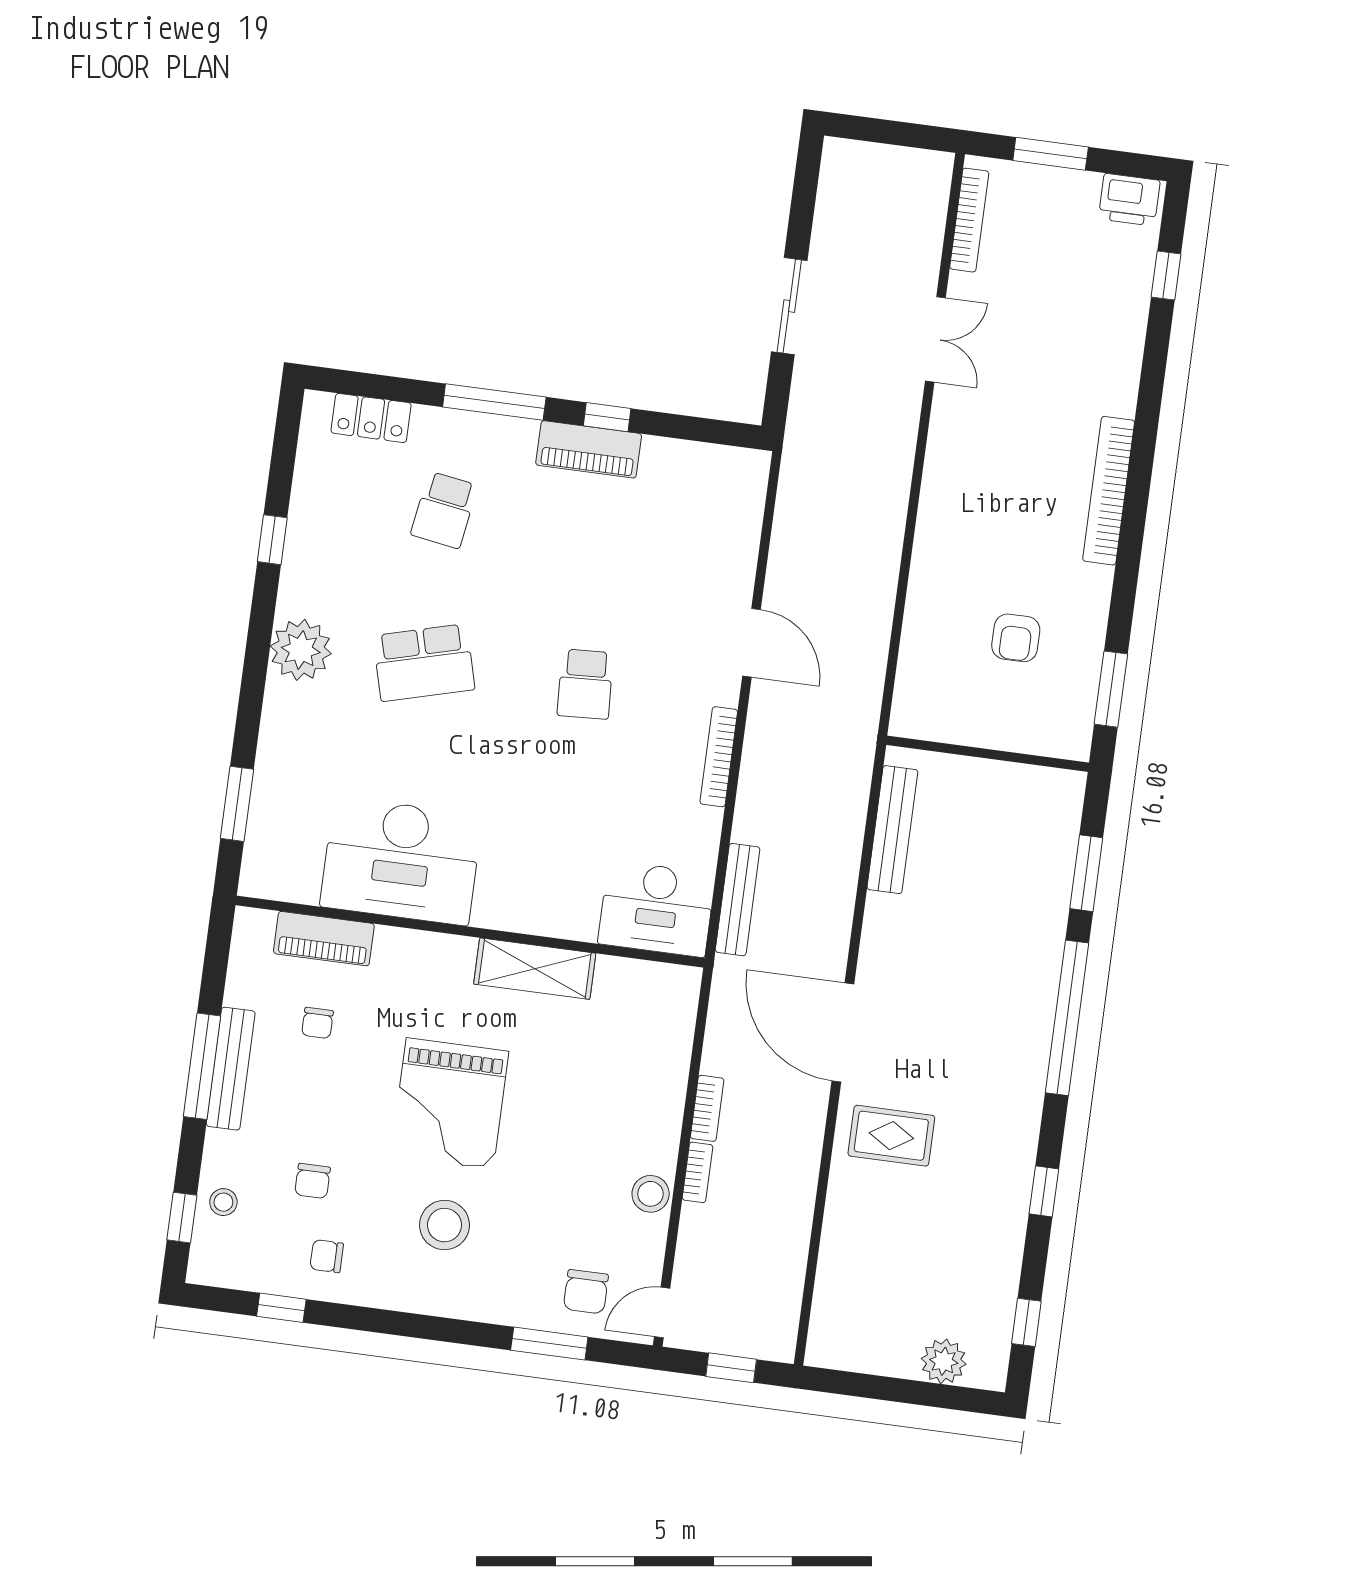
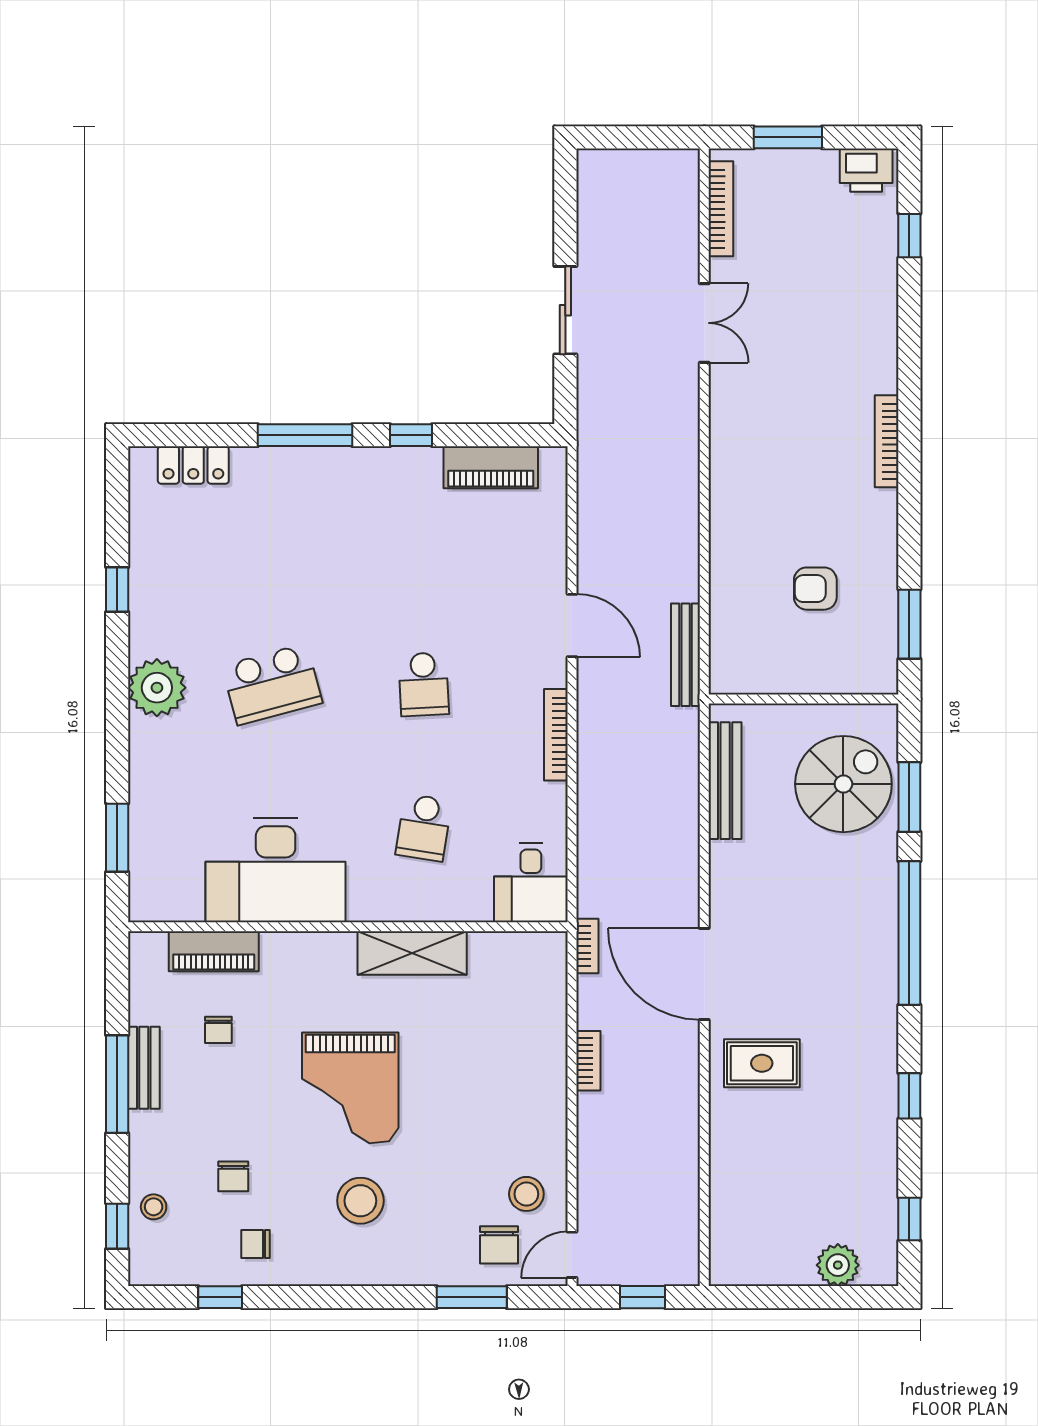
piano: (589, 449) -> (491, 467), moved
bookcase: (1109, 491) -> (887, 441), width x0.68, depth x0.76
school desk: (444, 510) -> (424, 828), moved
armchair: (1016, 638) -> (815, 589), turned 90
spiral stairs: (1018, 850) -> (843, 784), added
bench: (738, 900) -> (686, 655), moved
desk: (657, 909) -> (531, 883), width x0.73
bench: (231, 1069) -> (144, 1068), width x0.73
bookcase: (698, 1172) -> (587, 946), moved
stool: (651, 1194) -> (526, 1194), moved

